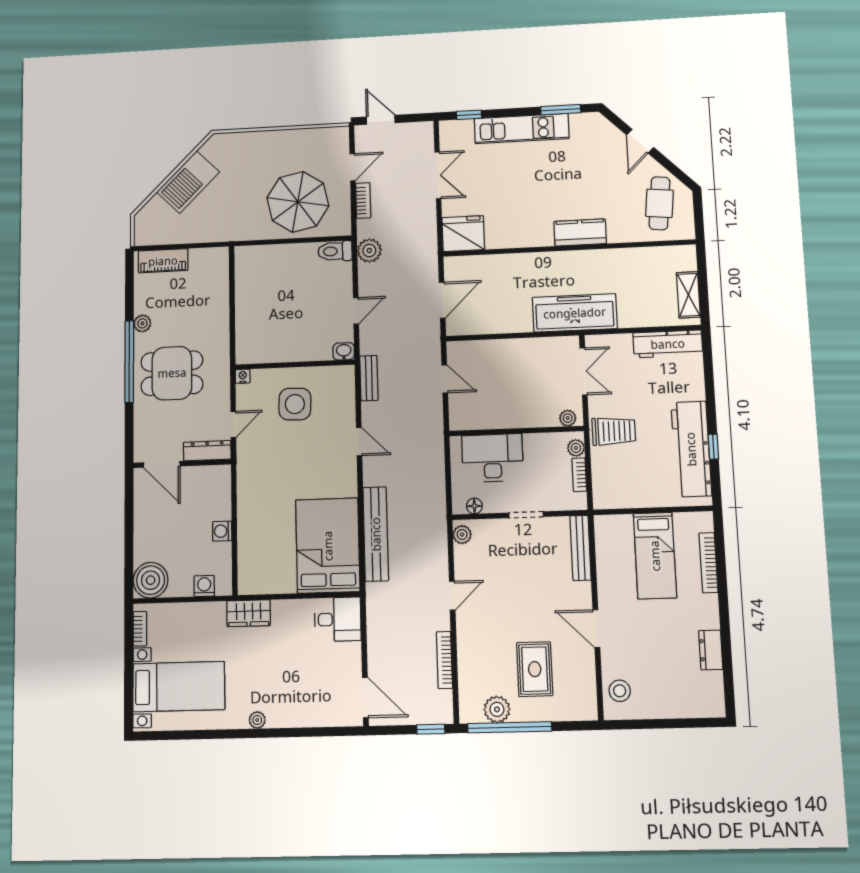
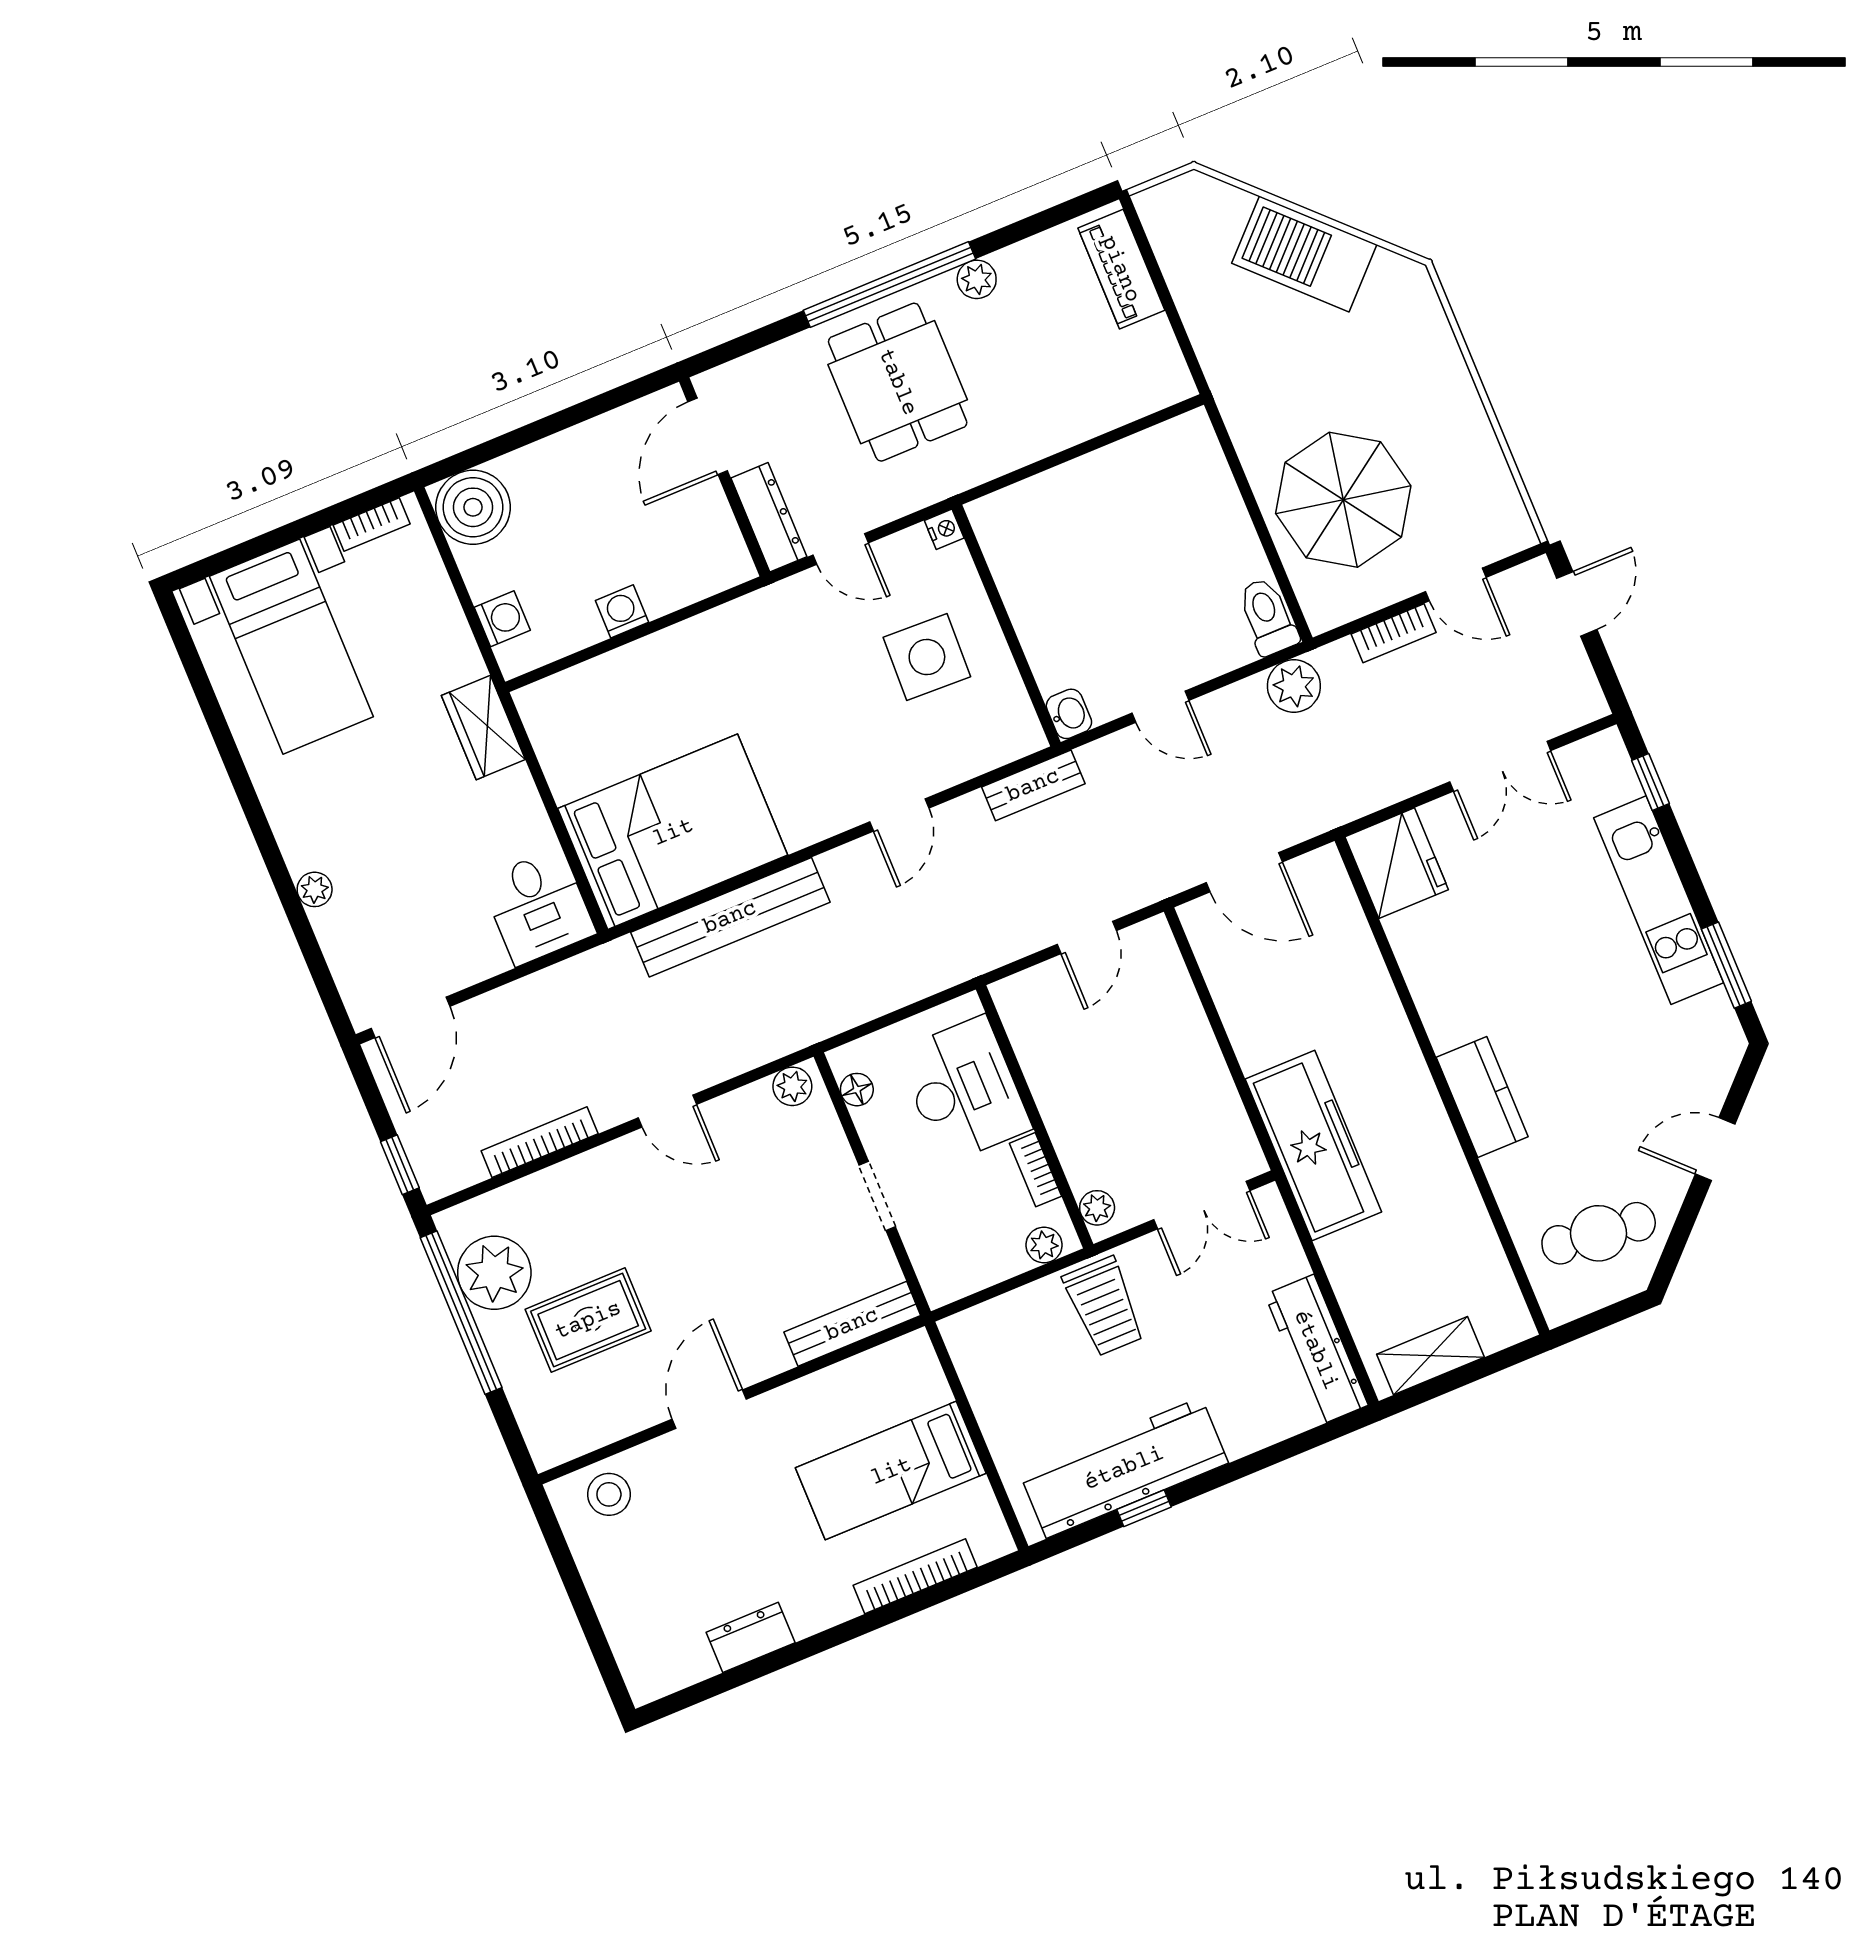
bookcase: (579, 475) -> (1036, 1170), moved, turned -90
plant: (497, 709) -> (494, 1273), width x1.36, depth x1.36
plant: (257, 720) -> (315, 889), moved

